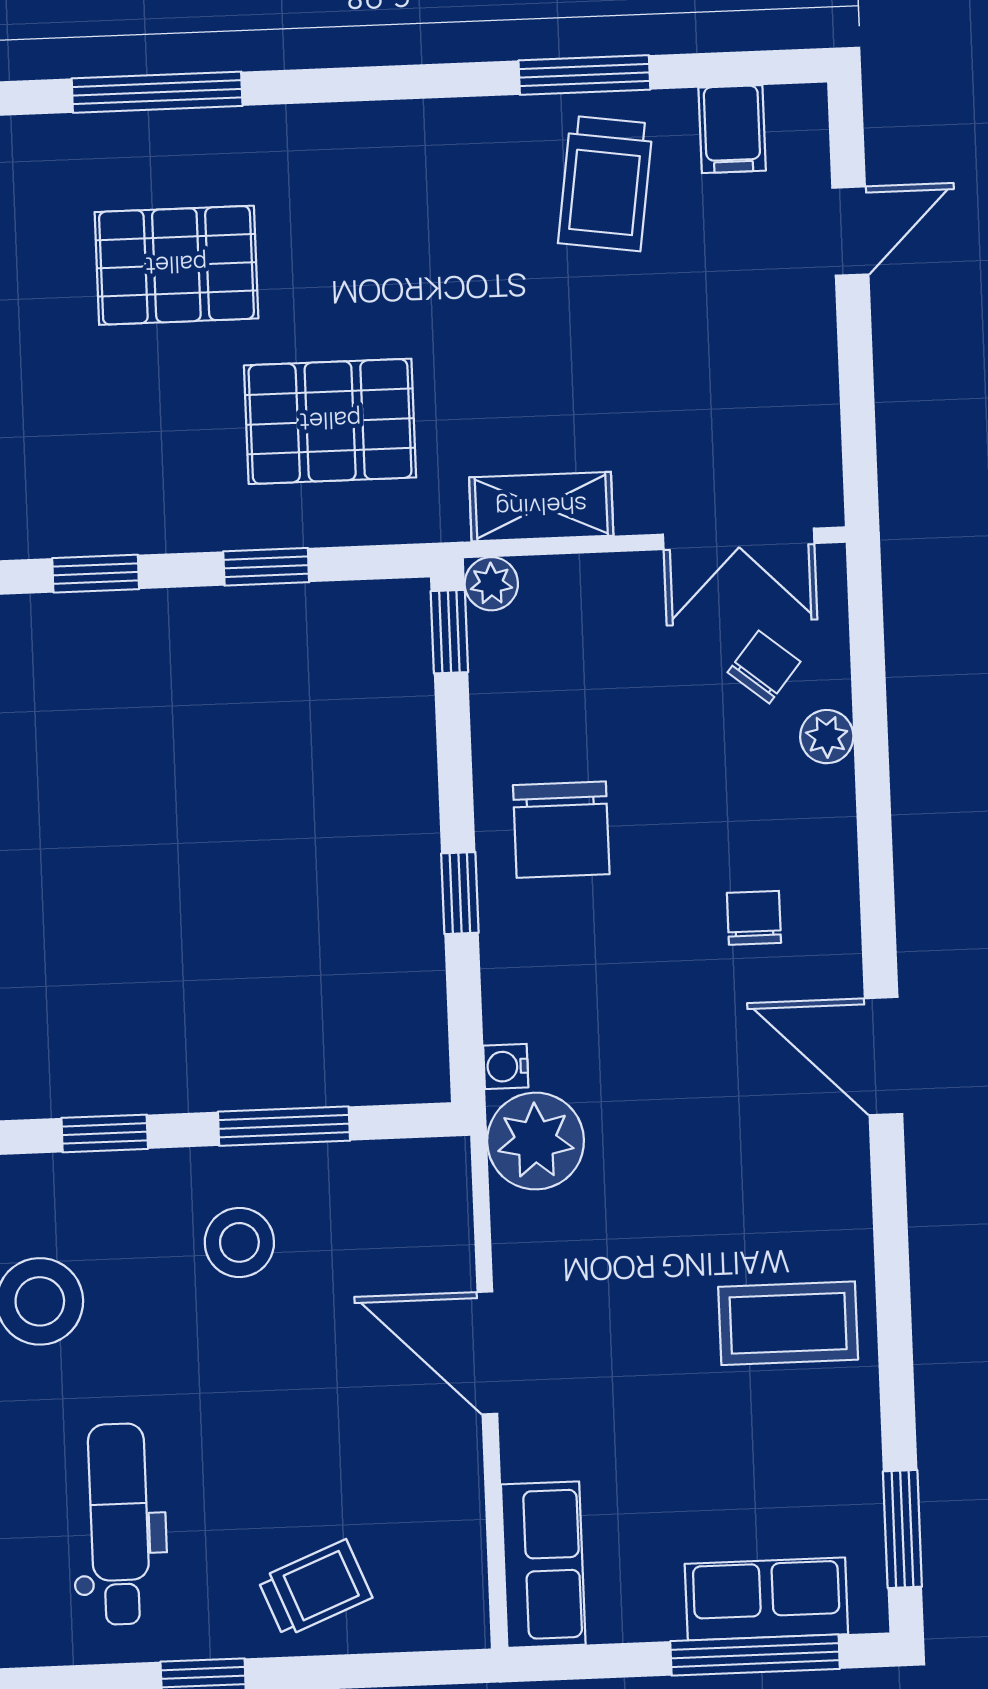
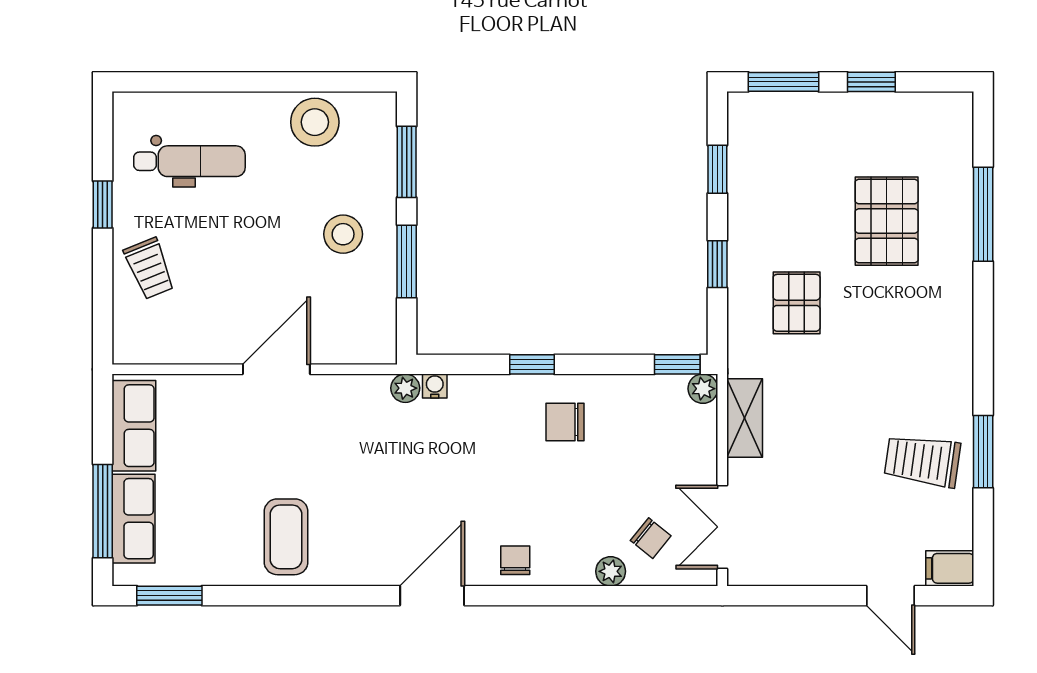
filing cabinet: (732, 129) -> (950, 568), moved
pallet: (330, 421) -> (797, 303), width x0.67, depth x0.71
chair: (561, 830) -> (565, 422), width x0.73, depth x0.73
chair: (754, 918) -> (515, 560), moved, turned -90
window: (105, 1133) -> (407, 162), width x1.50
plant: (536, 1141) -> (405, 388), width x0.53, depth x0.53
row of seats: (543, 1565) -> (134, 426), moved, turned -90

